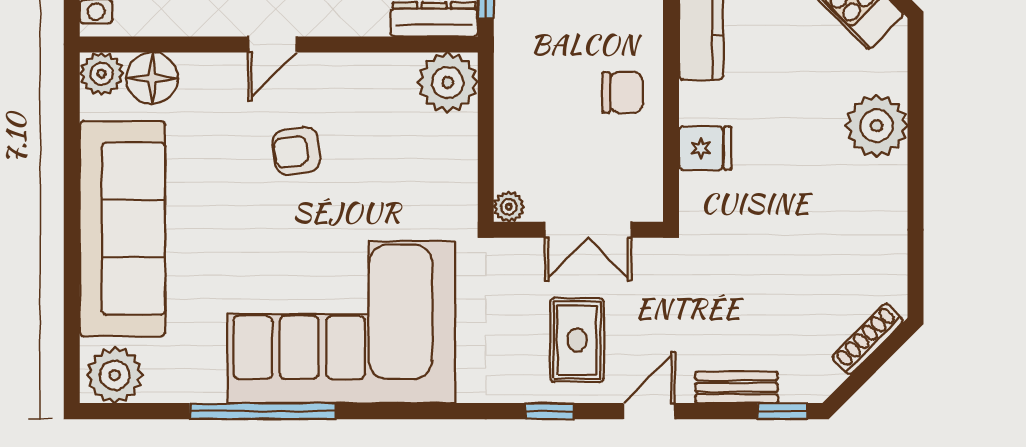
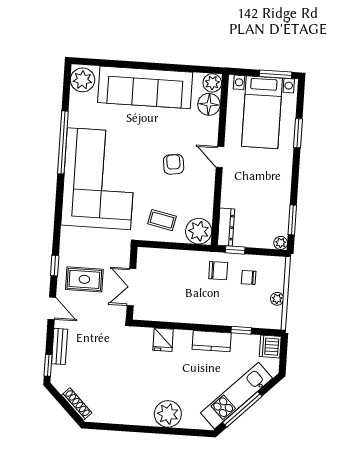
chair: (622, 92) -> (218, 271), moved, turned -90
coffee table: (428, 169) -> (162, 220), added
plant: (509, 207) -> (144, 254), removed

